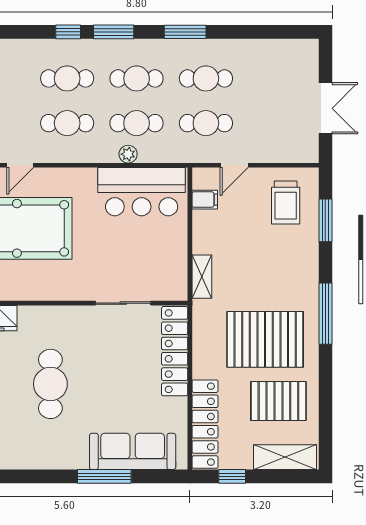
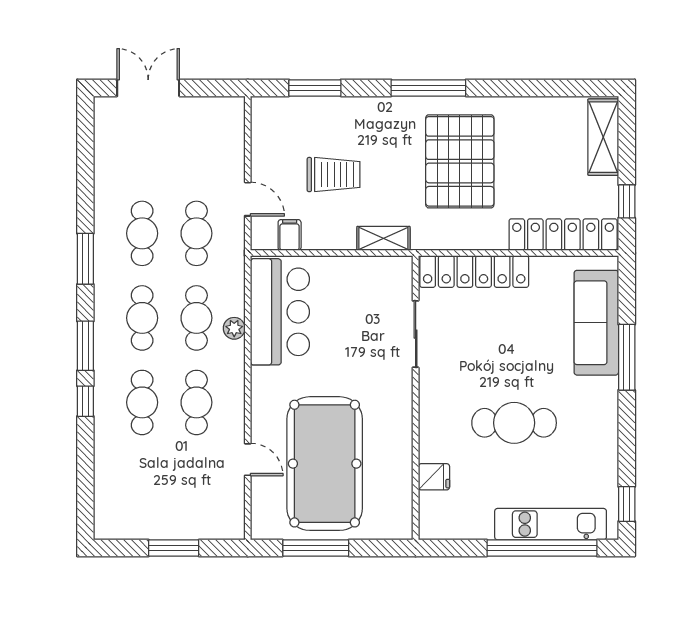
double door: (325, 108) -> (148, 88), moved
trolley: (286, 203) -> (334, 175), moved
pallet: (278, 401) -> (535, 145), removed

